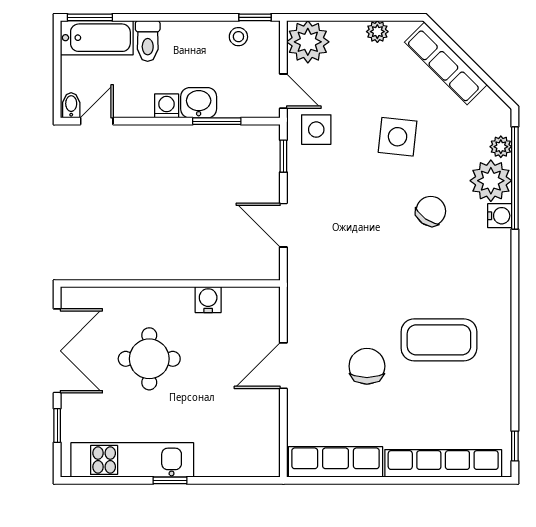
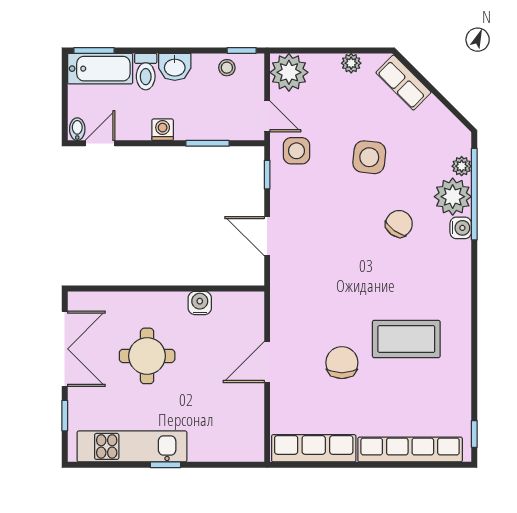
row of seats: (446, 63) -> (403, 83), width x0.68
washbasin: (199, 103) -> (175, 67), moved, turned 180

